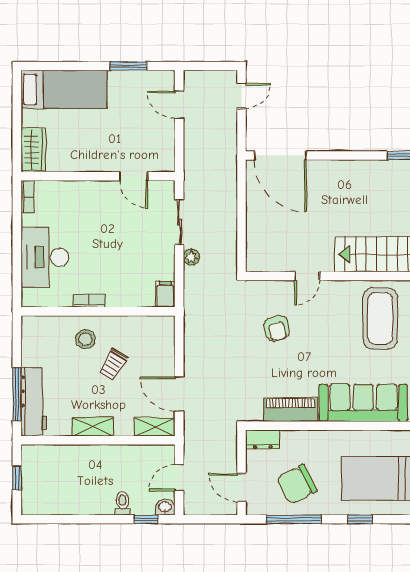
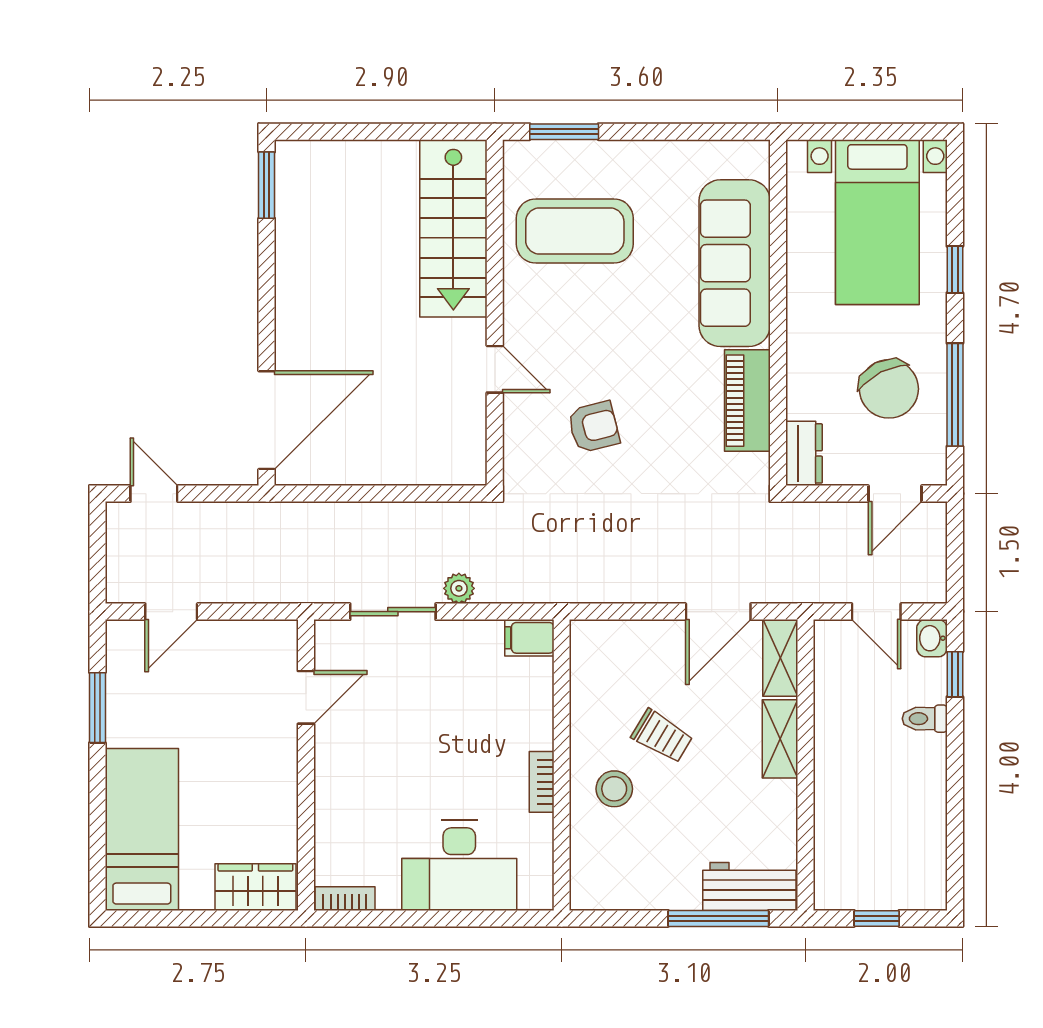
workbench: (34, 401) -> (749, 886), width x0.73
shelving: (93, 427) -> (780, 739), moved

